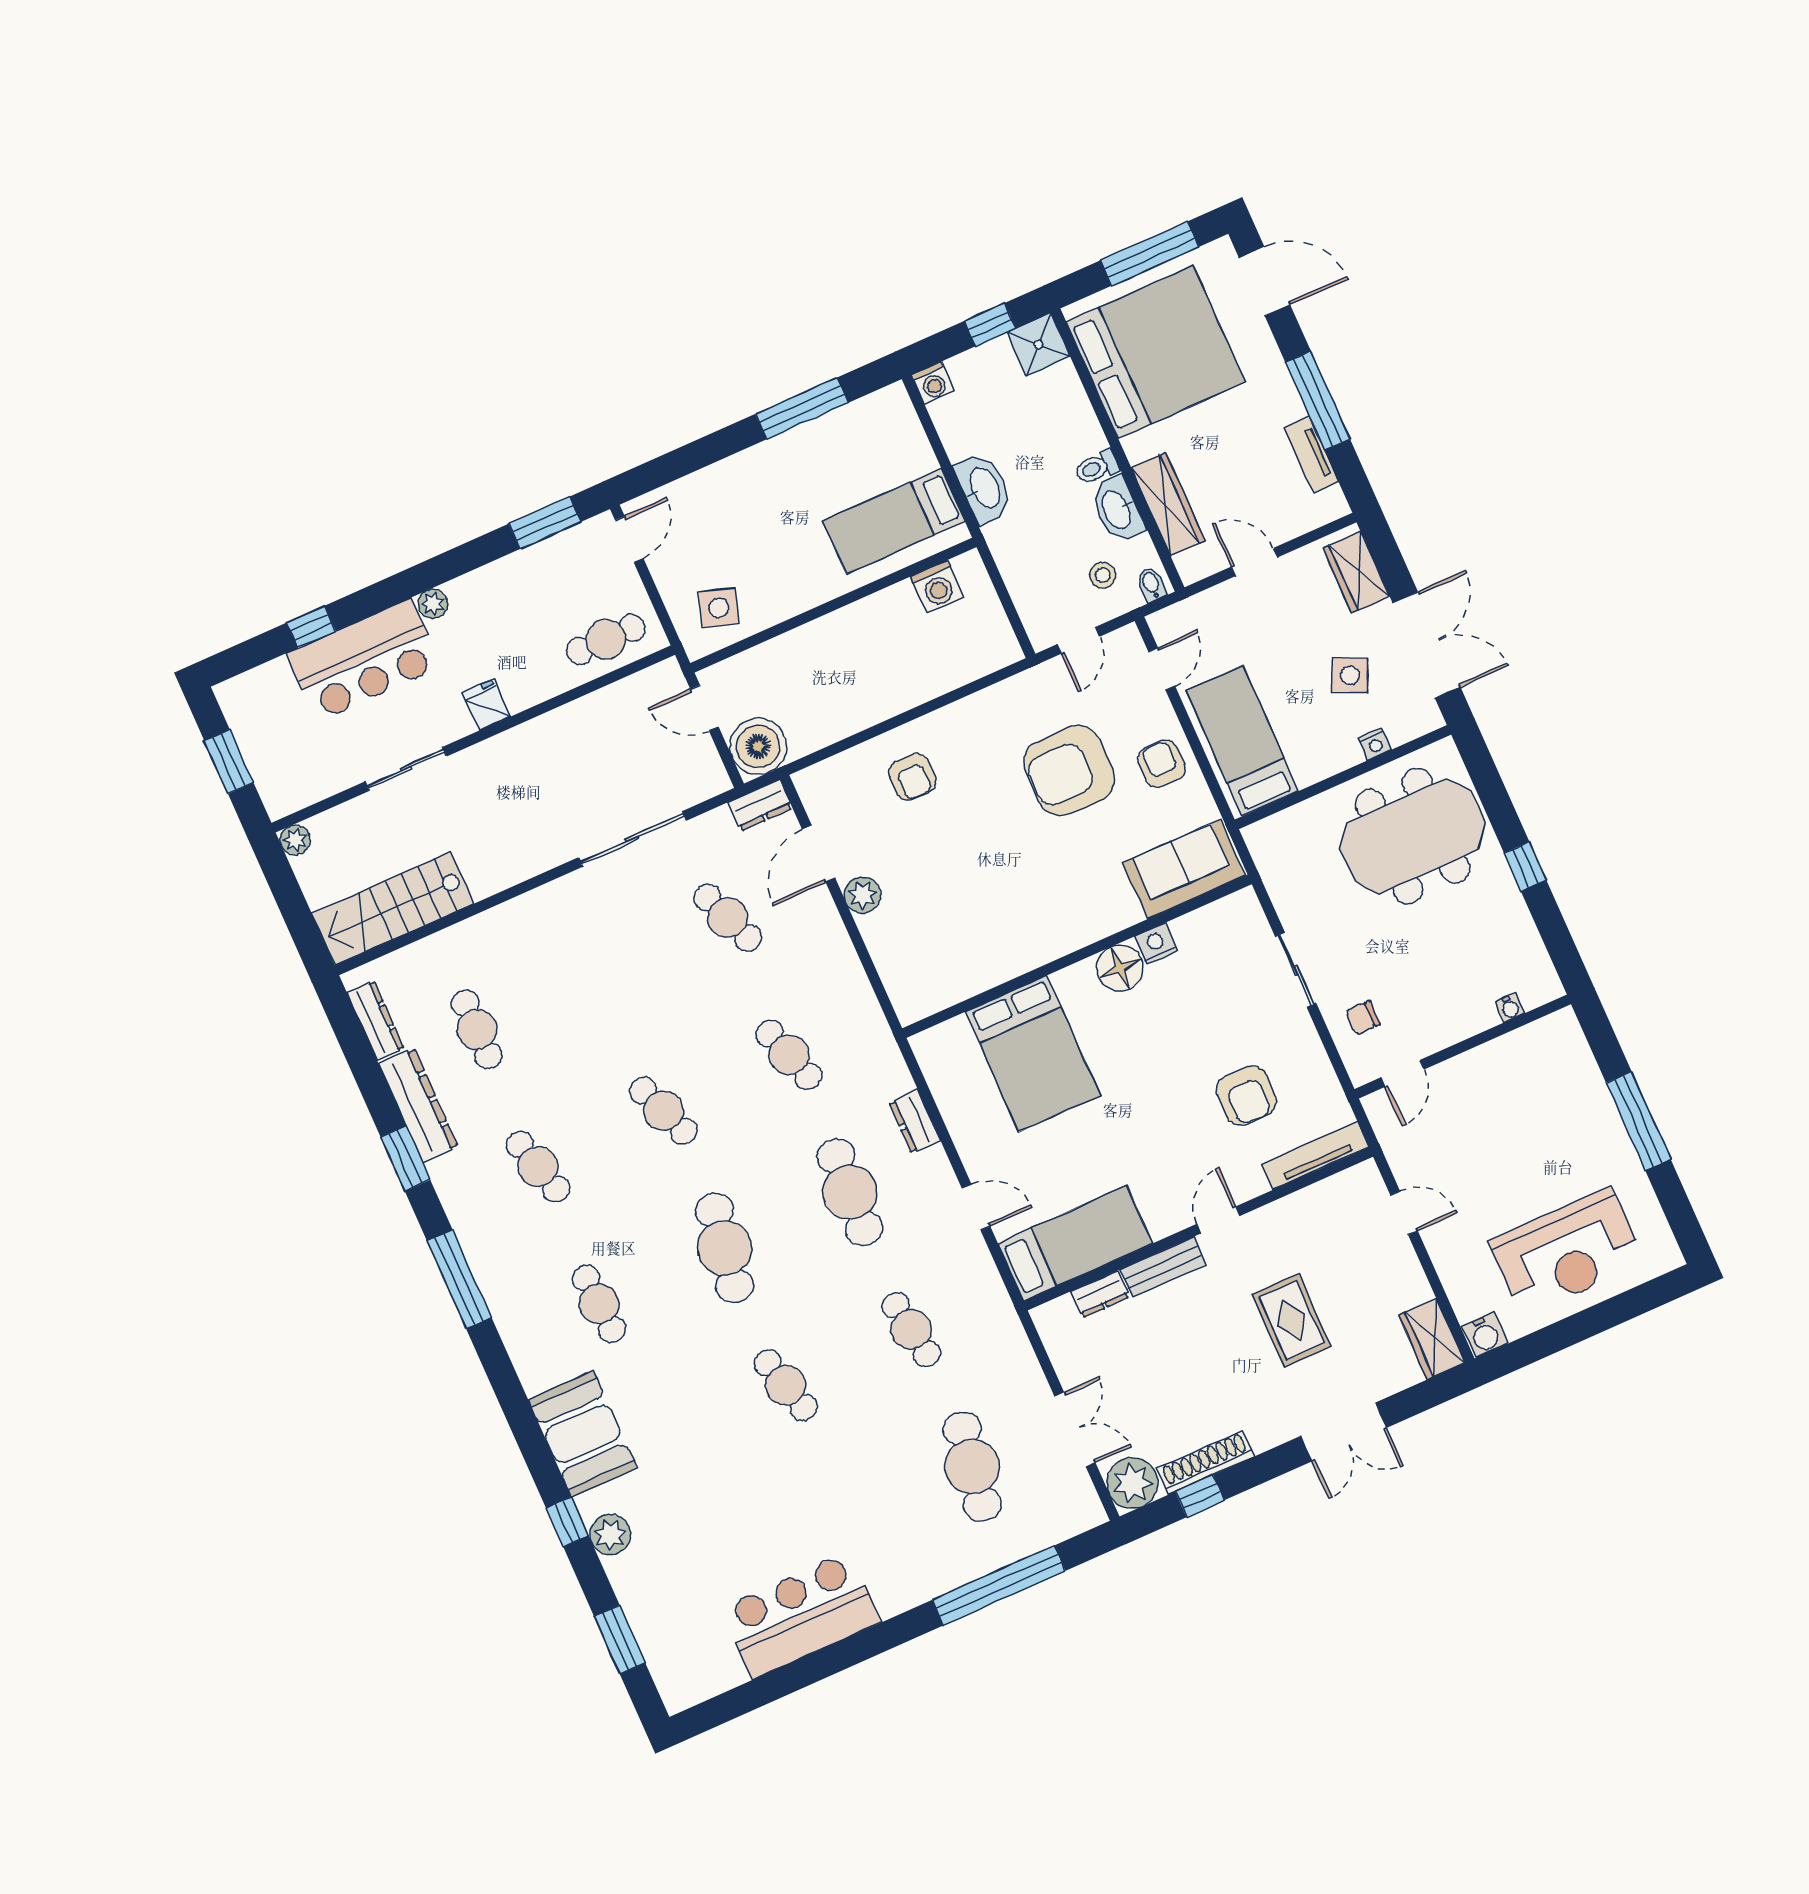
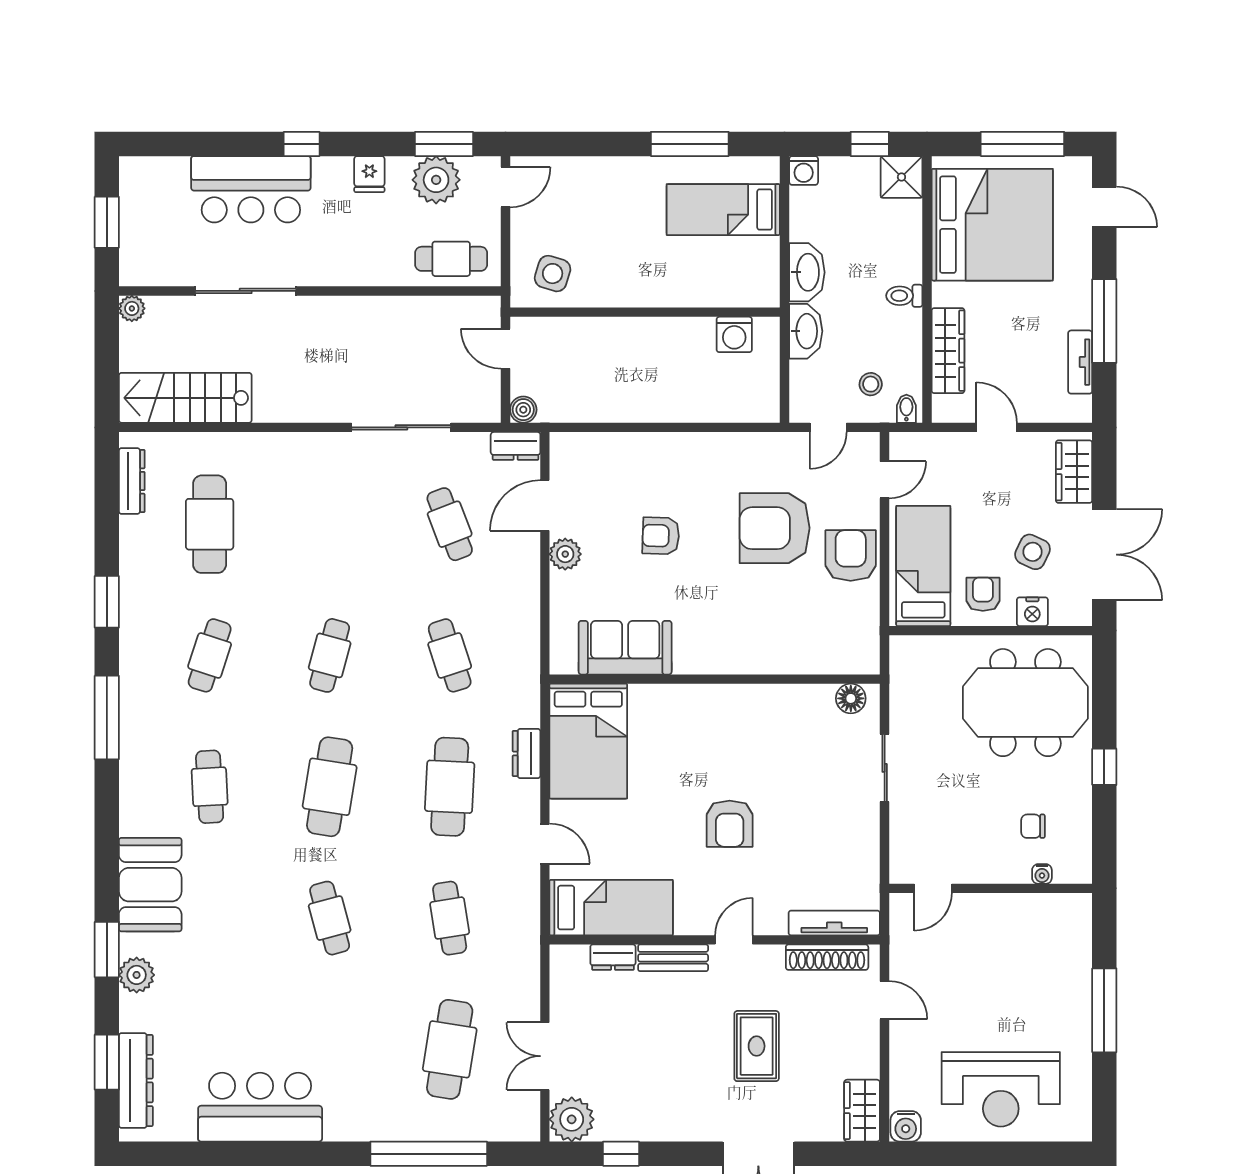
door: (1265, 281) -> (1104, 207), width x0.73
washbasin: (1117, 509) -> (806, 331), moved, turned 180
bed: (894, 521) -> (723, 210), moved
plant: (433, 604) -> (436, 180), moved, width x1.87, depth x1.87
window: (311, 627) -> (302, 144), moved
fridge: (486, 705) -> (369, 174), moved, turned 180
armchair: (1318, 743) -> (983, 594), added
nightstand: (1375, 744) -> (1032, 612), width x1.39, depth x1.35
boiler: (758, 746) -> (523, 410), width x0.54, depth x0.54
armchair: (1162, 764) -> (851, 556), width x1.38, depth x1.38
sliding door: (406, 769) -> (246, 291), width x1.37
armchair: (912, 777) -> (661, 536), moved, turned 92
sofa: (1184, 869) -> (625, 648), moved
nightstand: (1156, 944) -> (782, 697), removed
floor lamp: (1120, 968) -> (851, 698), moved, width x0.73, depth x0.73
chair: (1363, 1018) -> (1033, 826), moved
cafe table: (477, 1029) -> (210, 524), width x1.37, depth x1.35
bed: (1033, 1054) -> (588, 741), moved
armchair: (1246, 1096) -> (730, 824), moved
dresser: (418, 1105) -> (136, 1080), moved
cafe table: (663, 1111) -> (330, 655), turned 36
cafe table: (538, 1167) -> (210, 655), turned 33
double door: (1075, 1429) -> (545, 1056), swing flipped
shoe rack: (1206, 1462) -> (827, 957), moved, turned 180
window: (567, 1522) -> (107, 950), width x1.50

